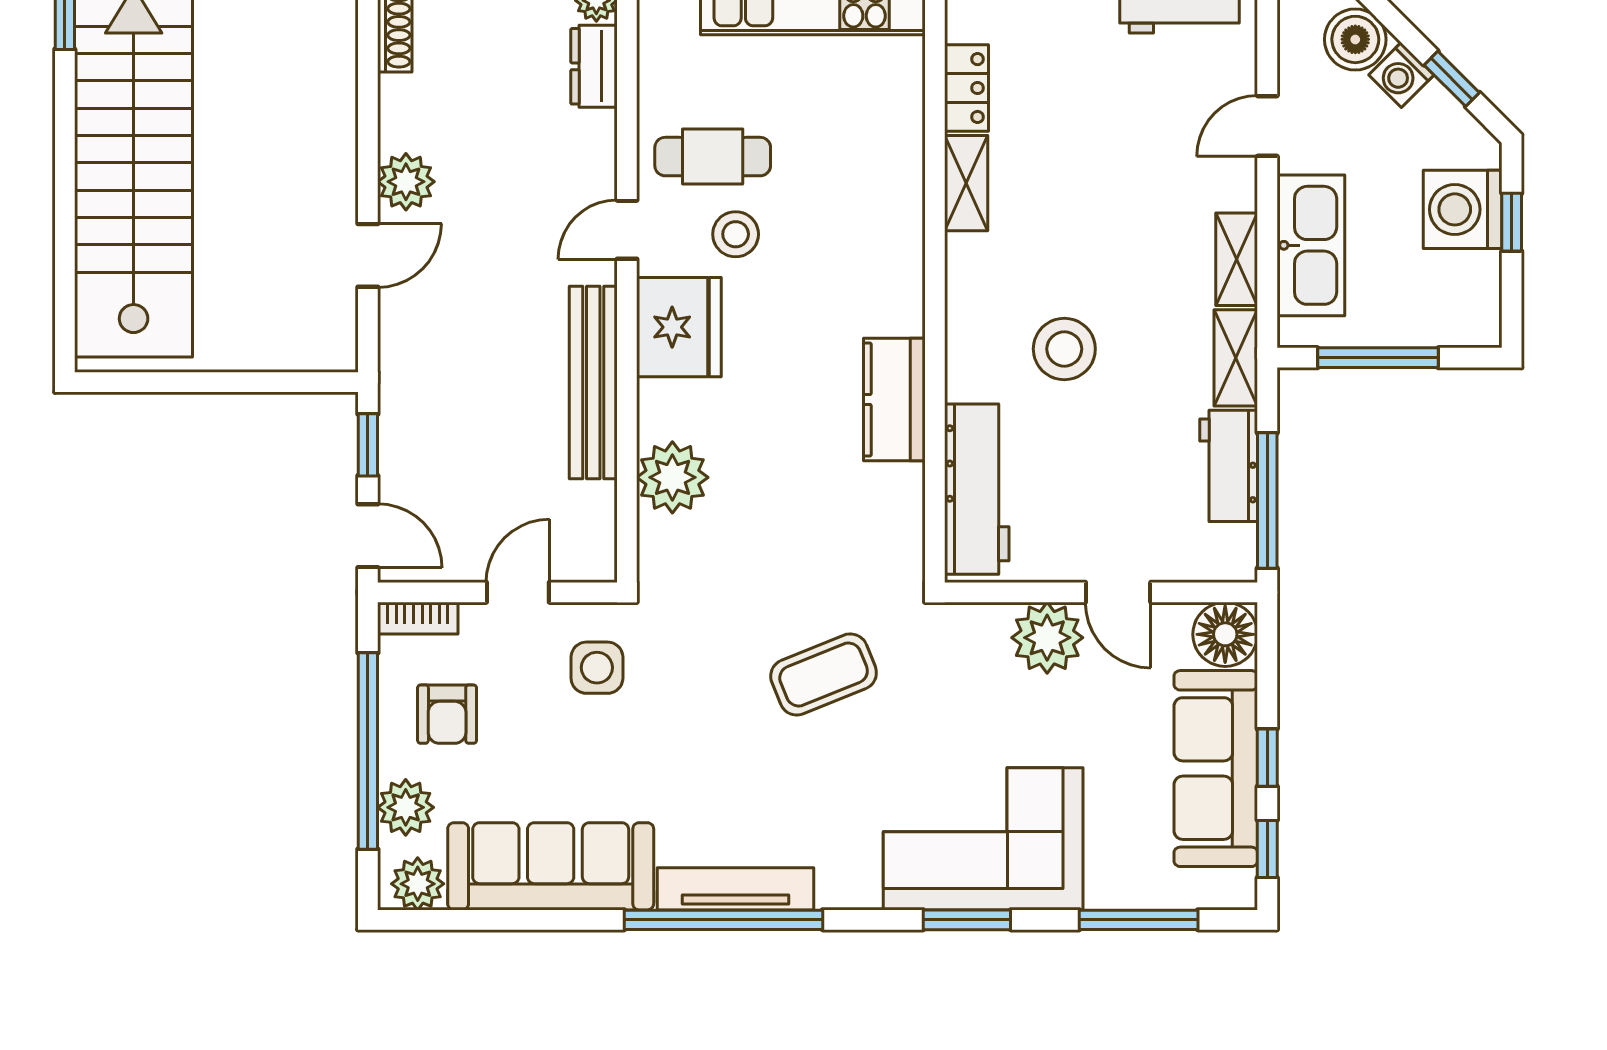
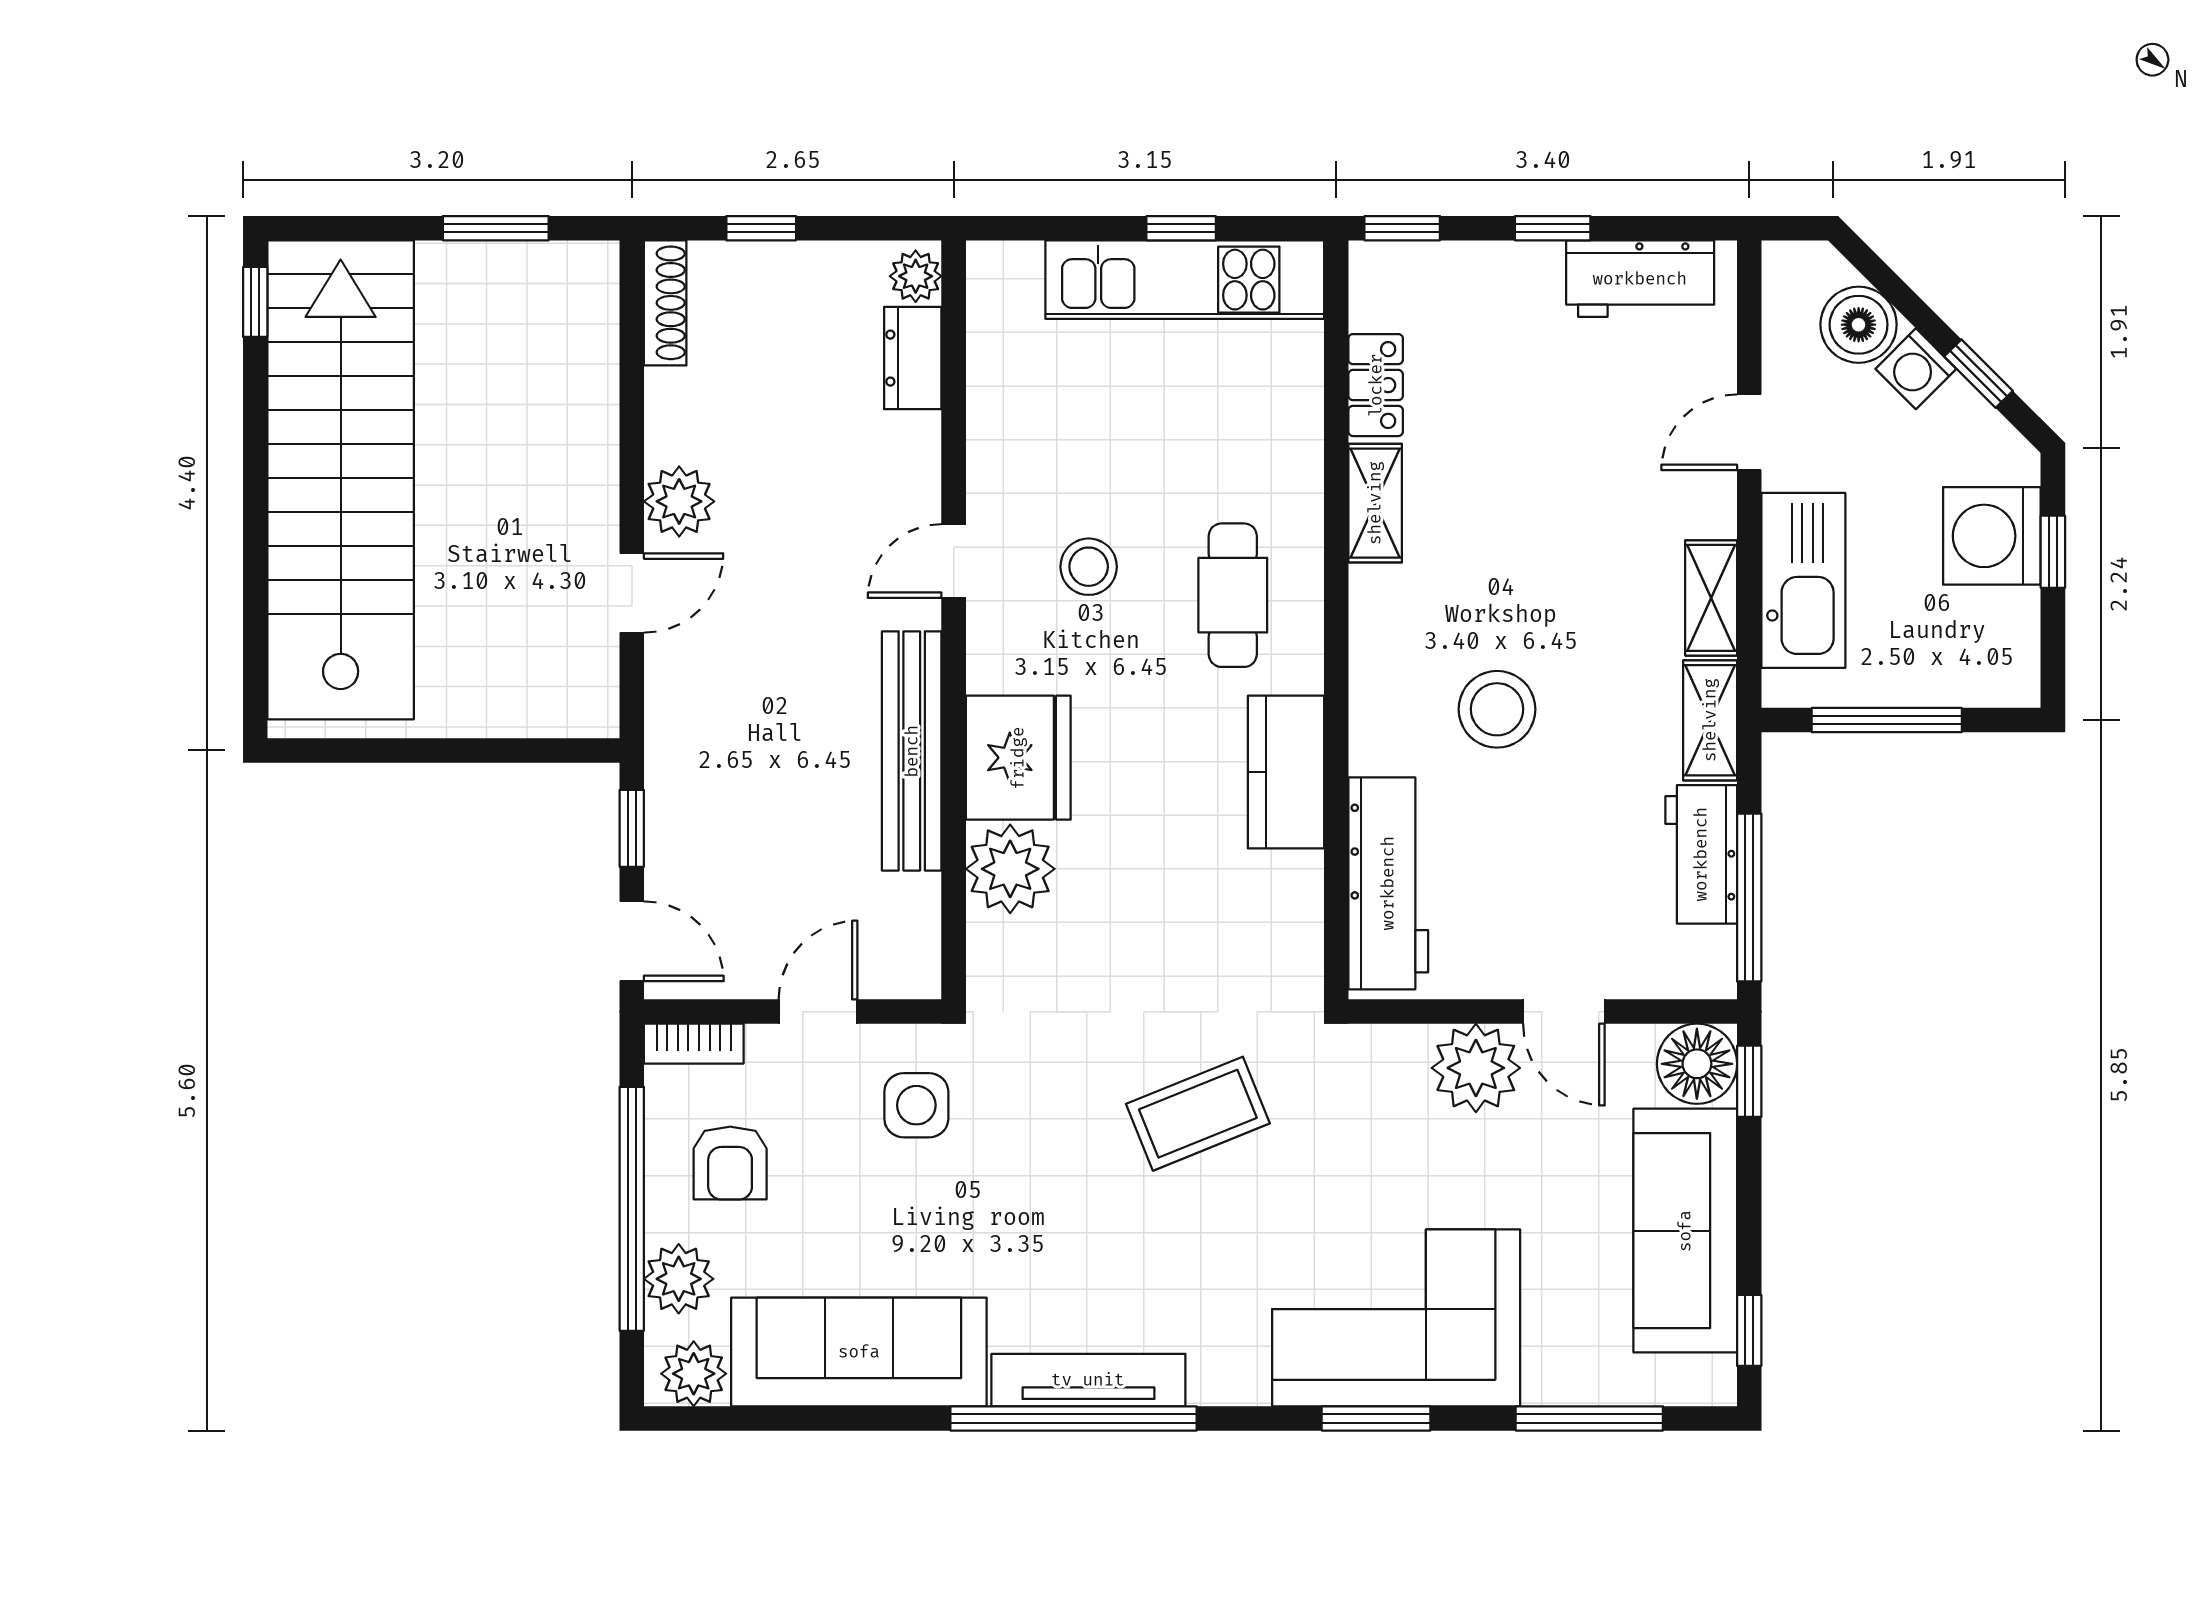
cafe table: (713, 157) -> (1233, 595), moved, turned 90
fridge: (679, 327) -> (1018, 758), moved
window: (1267, 758) -> (1749, 1081), moved

